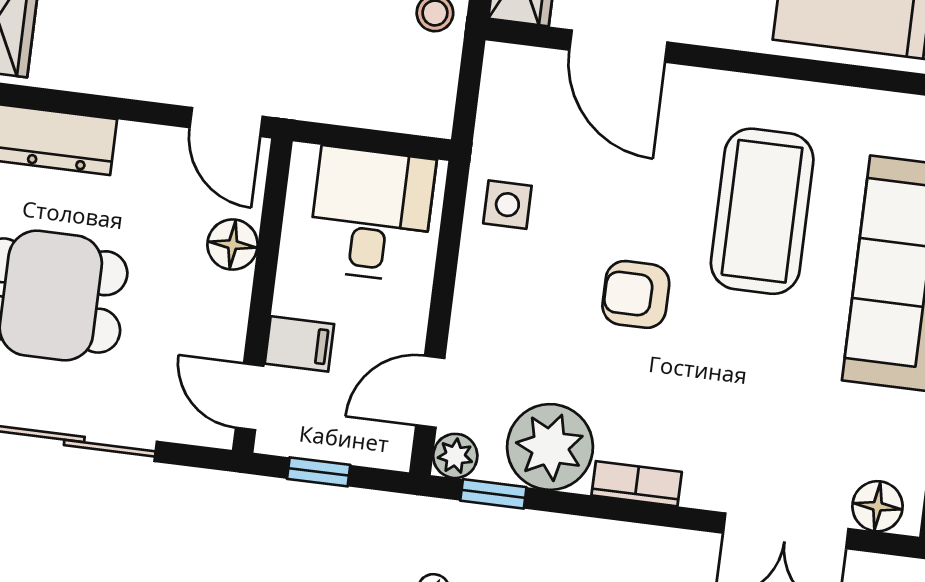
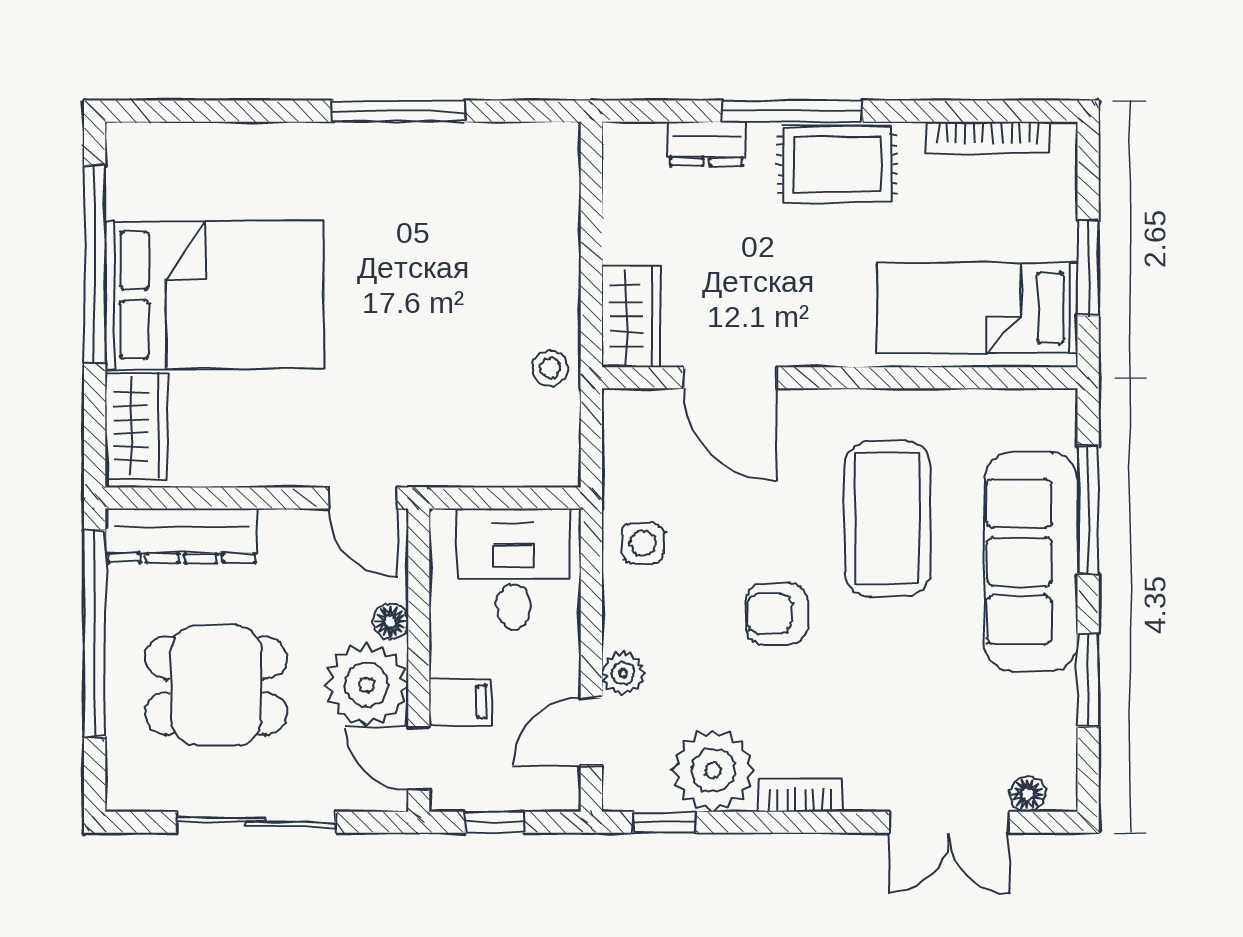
floor lamp: (233, 245) -> (391, 621), width x0.73, depth x0.73
plant: (206, 314) -> (367, 685), added
plant: (455, 456) -> (623, 673), moved
floor lamp: (877, 506) -> (1027, 794), width x0.73, depth x0.73

